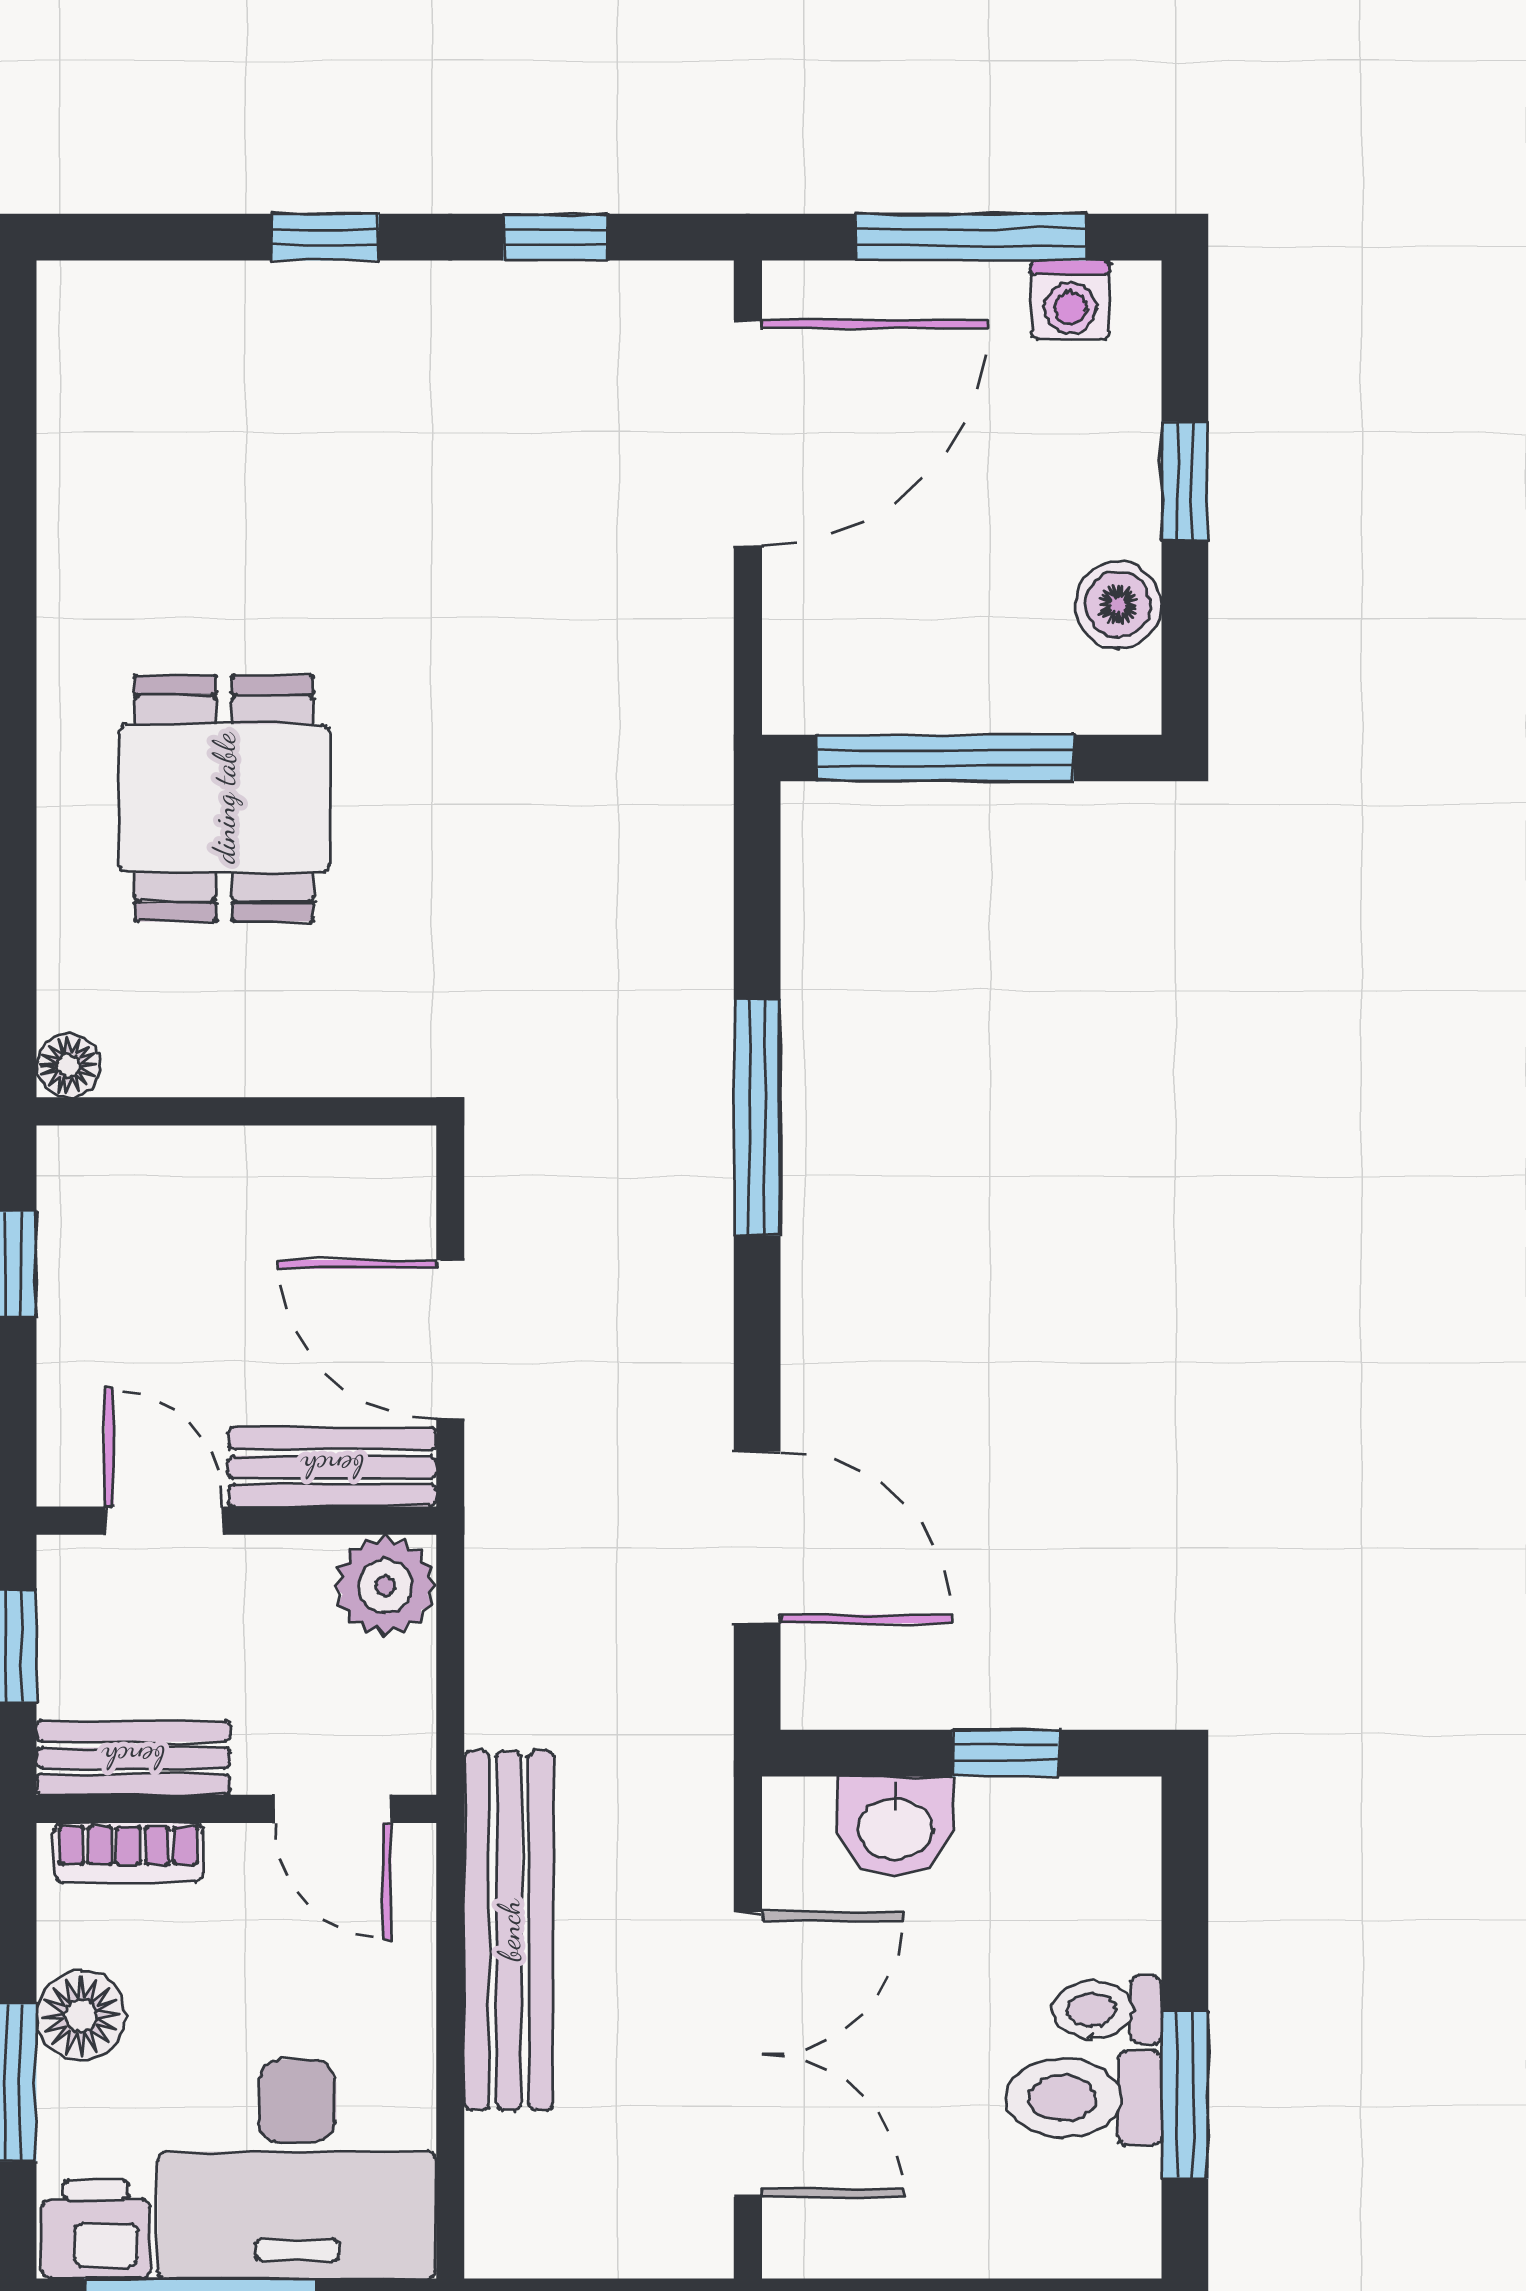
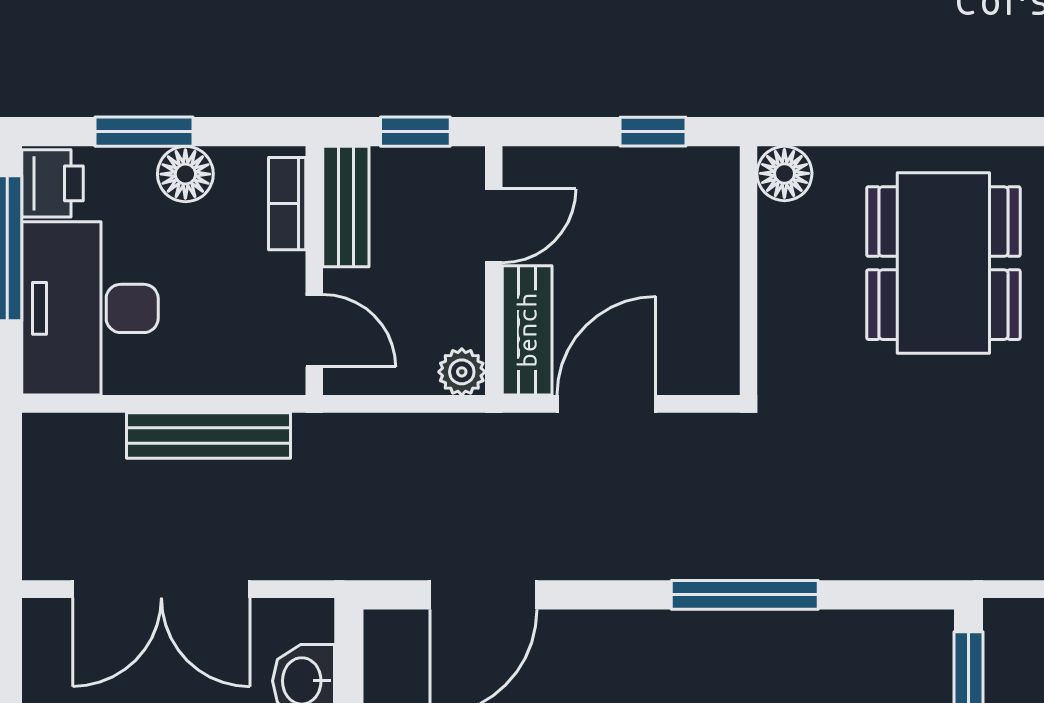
dining table: (224, 798) -> (943, 263), width x1.38
floor lamp: (68, 1065) -> (784, 173), width x1.37, depth x1.37
plant: (385, 1586) -> (462, 372), width x0.73, depth x0.73
door: (333, 1809) -> (314, 331), swing flipped
bench: (509, 1930) -> (208, 435), width x0.73, depth x0.82

